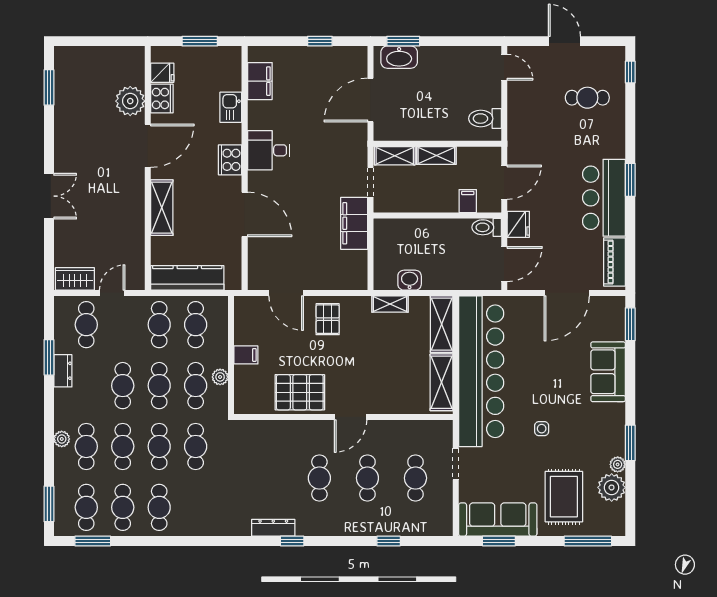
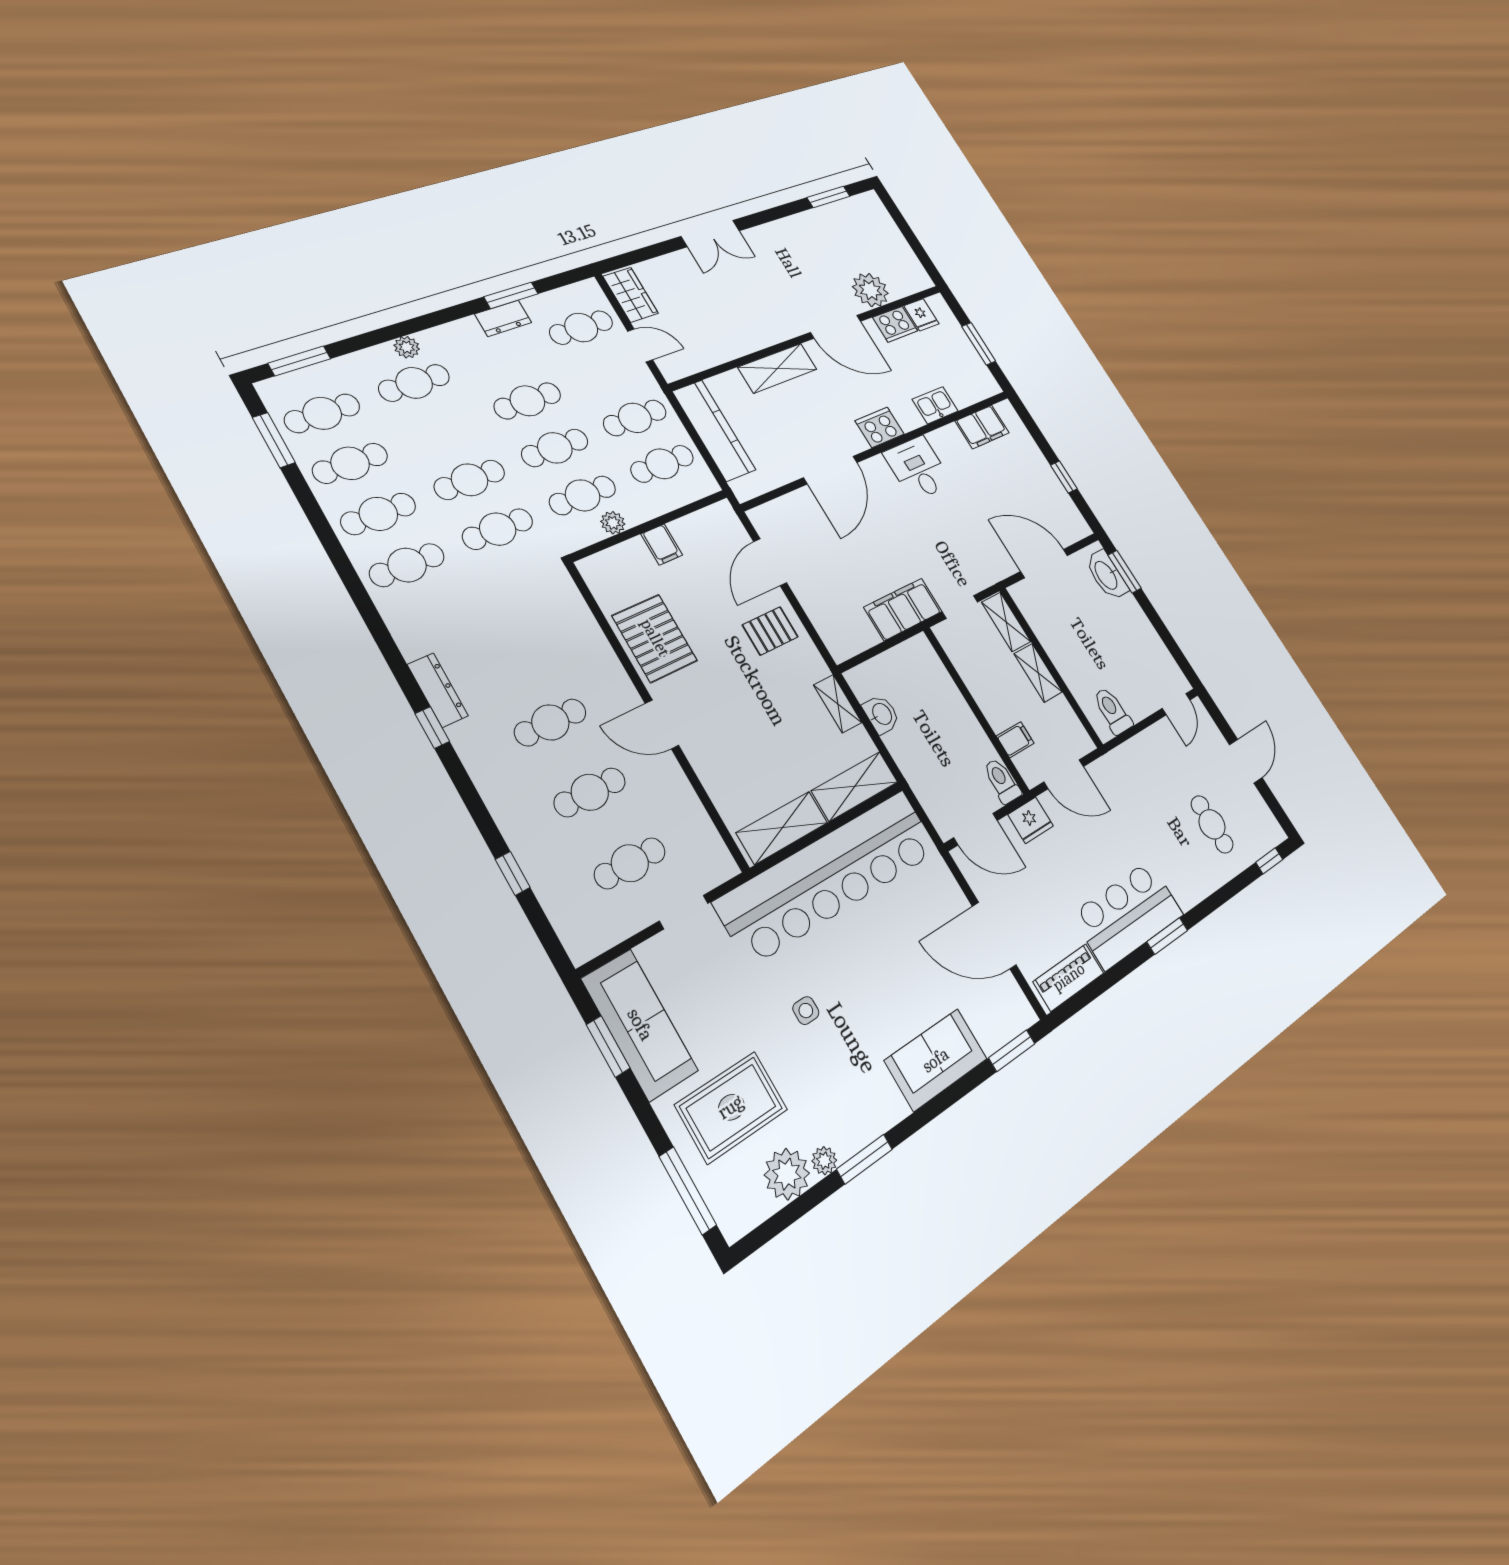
cafe table: (123, 446) -> (407, 565), moved

